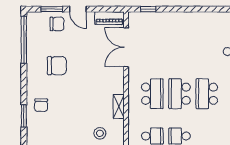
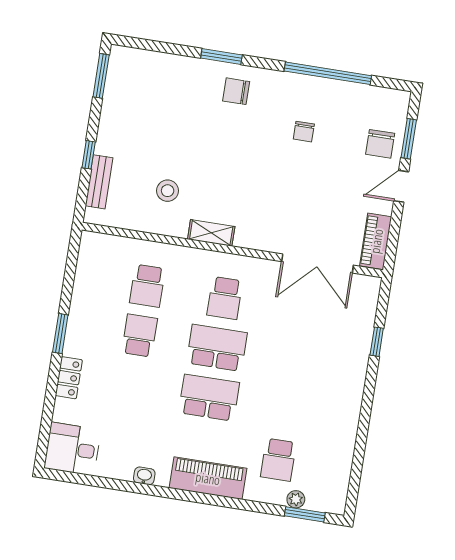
window: (148, 9) -> (377, 342), moved
window: (24, 40) -> (328, 73), moved
double door: (126, 47) -> (317, 263), swing flipped
chair: (57, 66) -> (304, 132), width x0.54, depth x0.54
school desk: (152, 94) -> (225, 298), width x0.54

